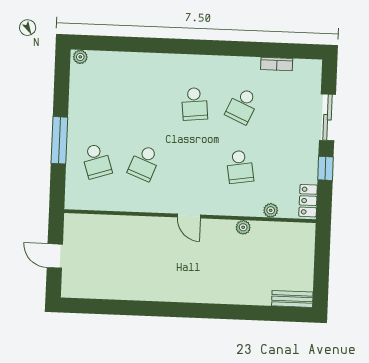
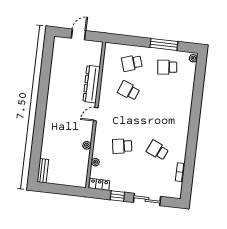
school desk: (194, 104) -> (167, 67), moved
window: (59, 140) -> (164, 44), moved
dresser: (138, 227) -> (92, 84), added

